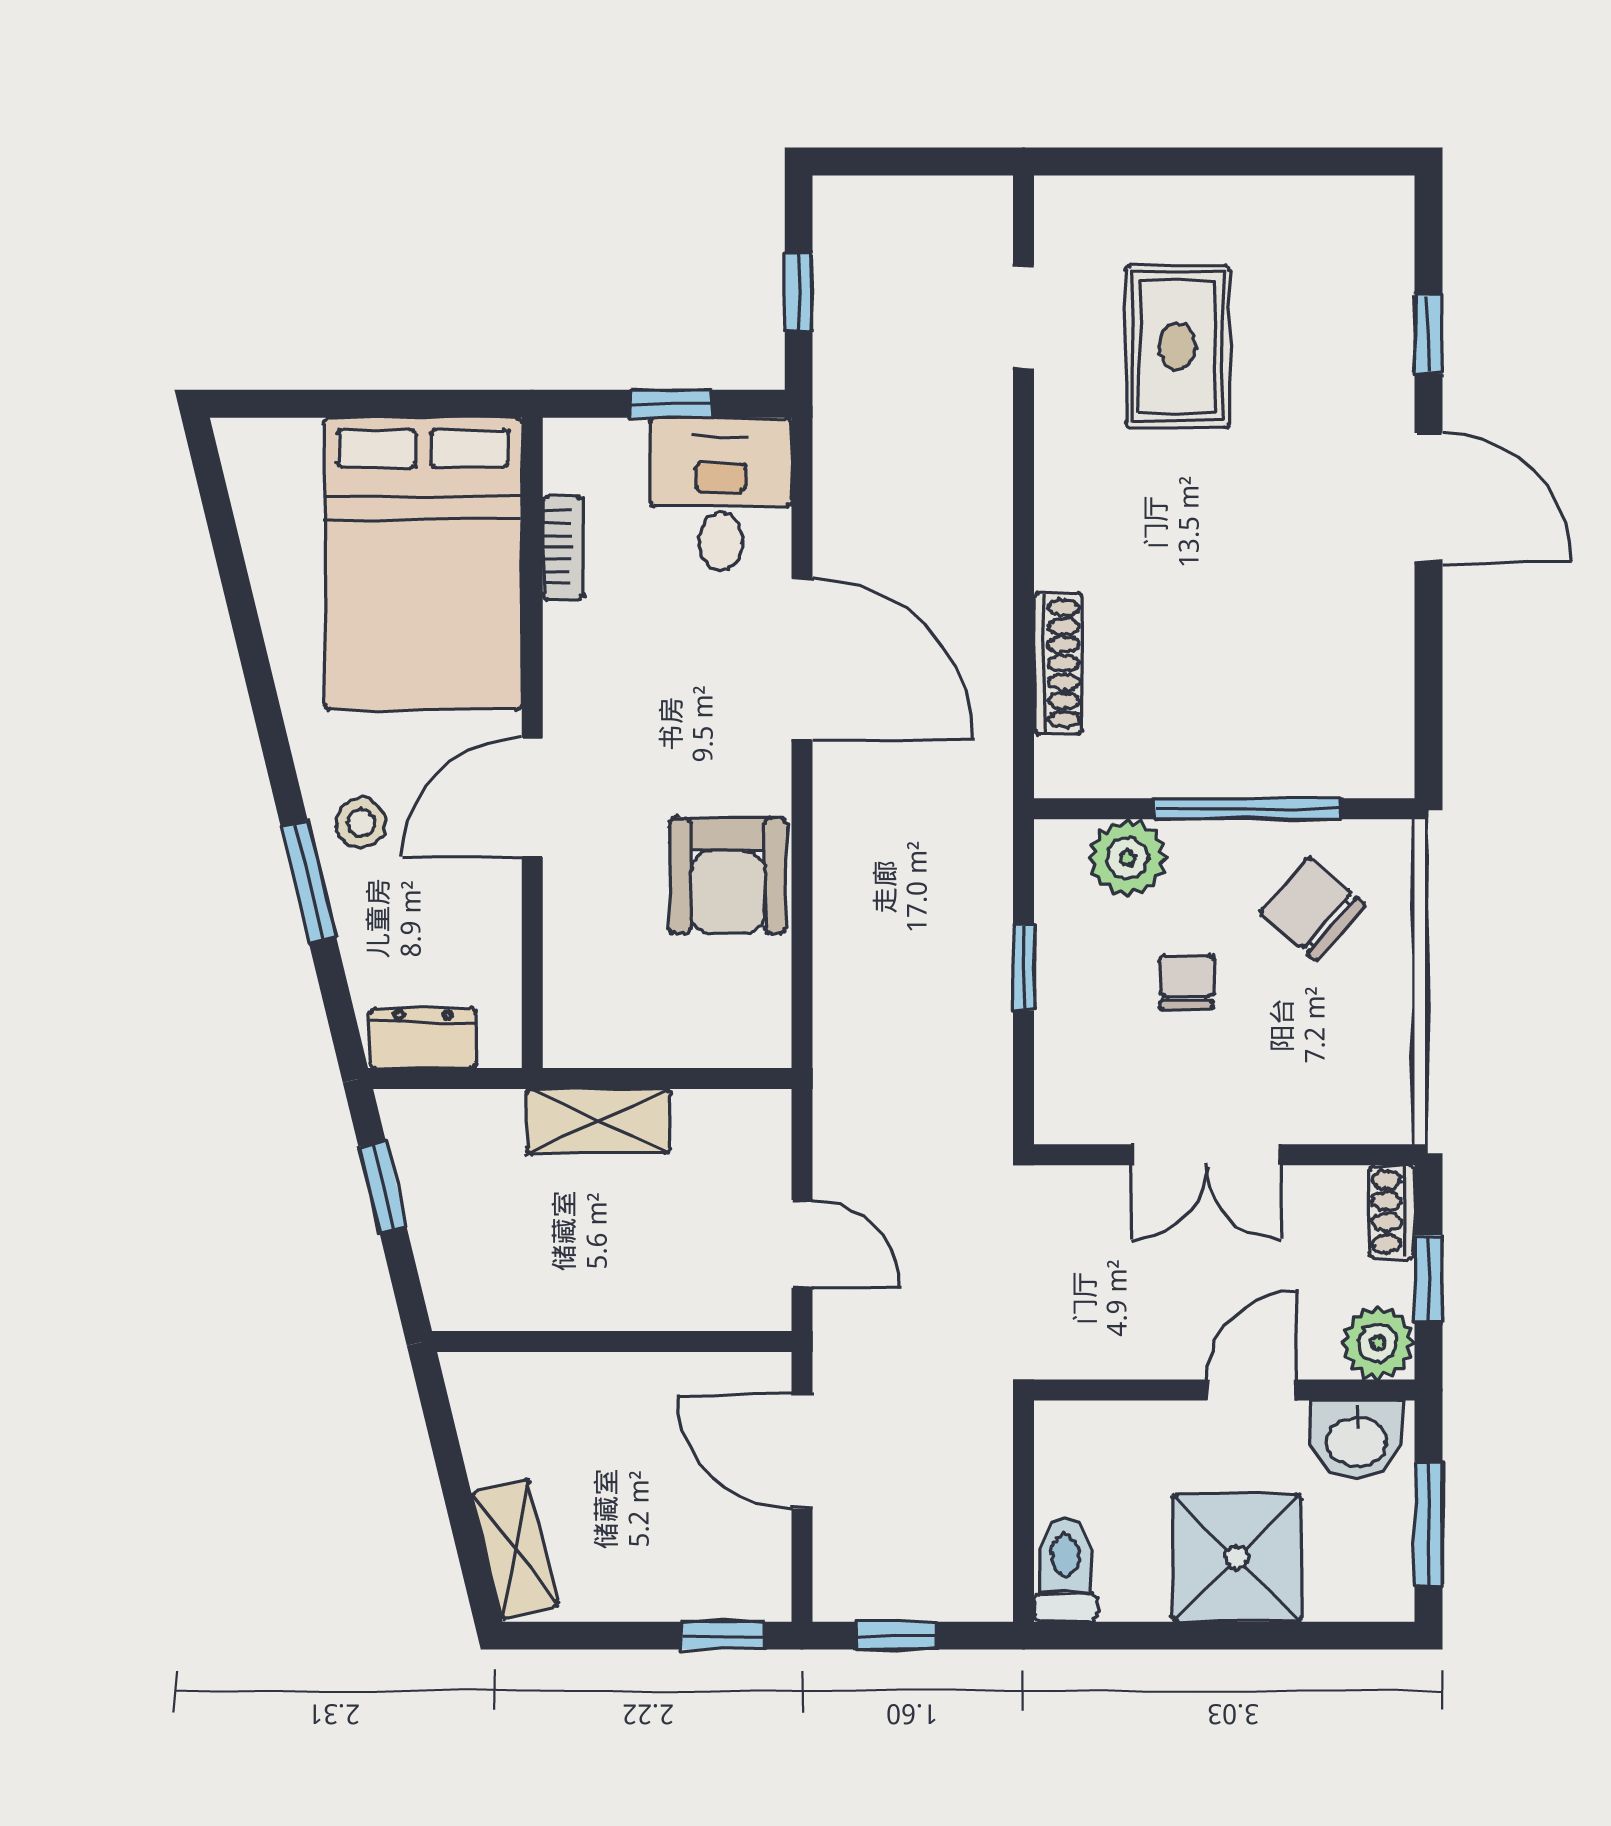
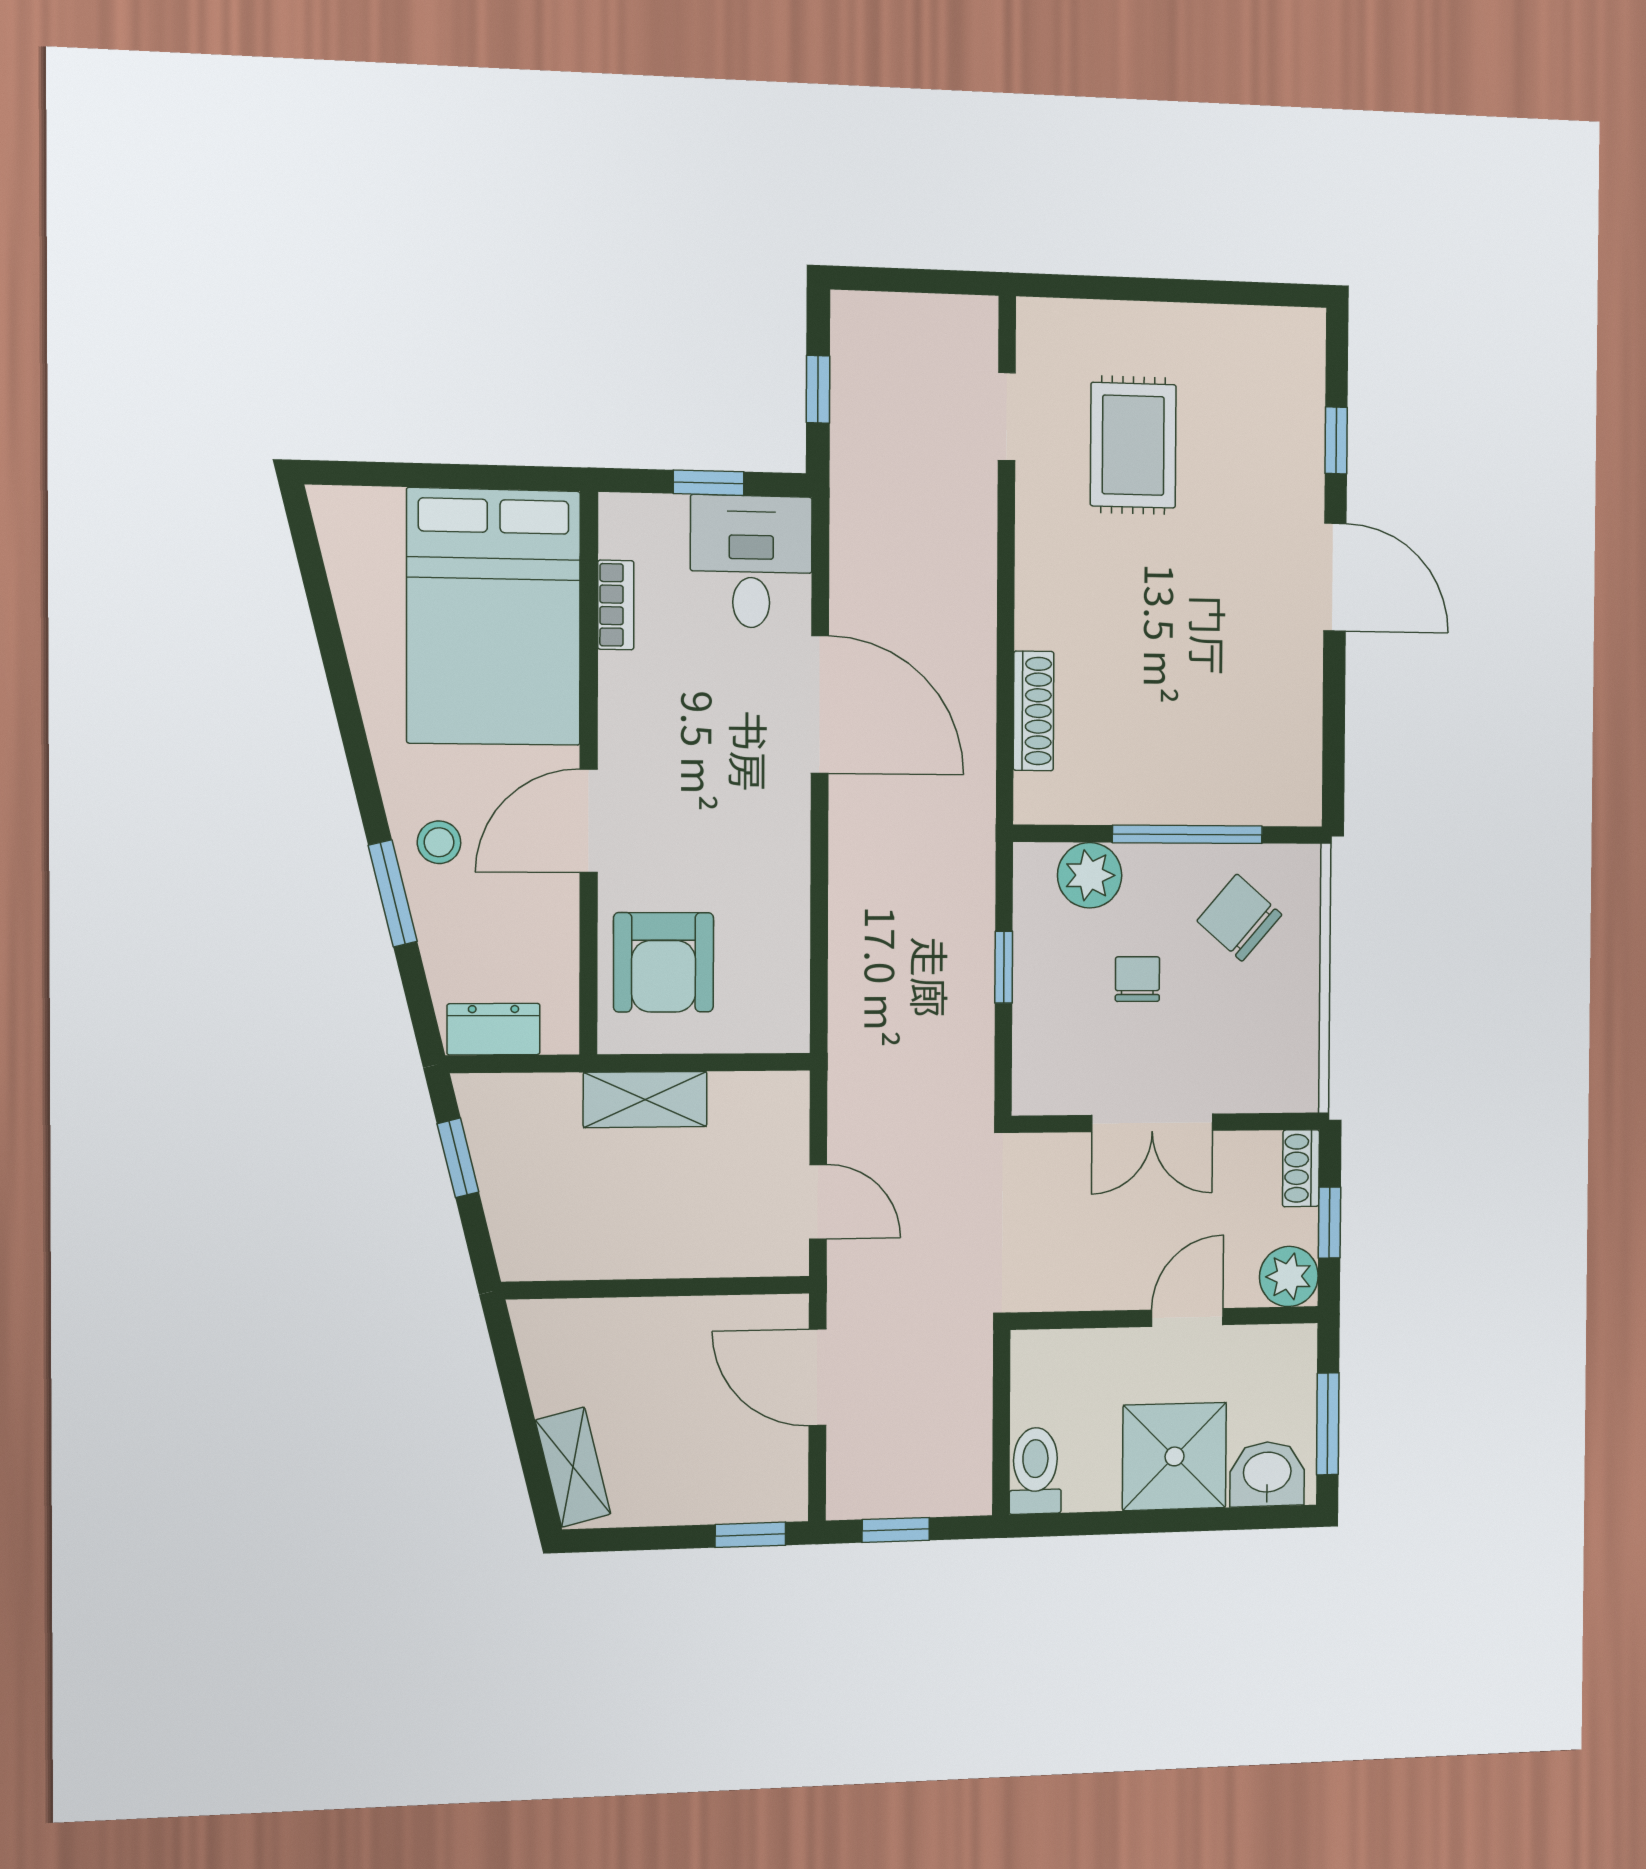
armchair: (728, 876) -> (664, 962), moved
washbasin: (1357, 1440) -> (1267, 1474), moved, turned 180

